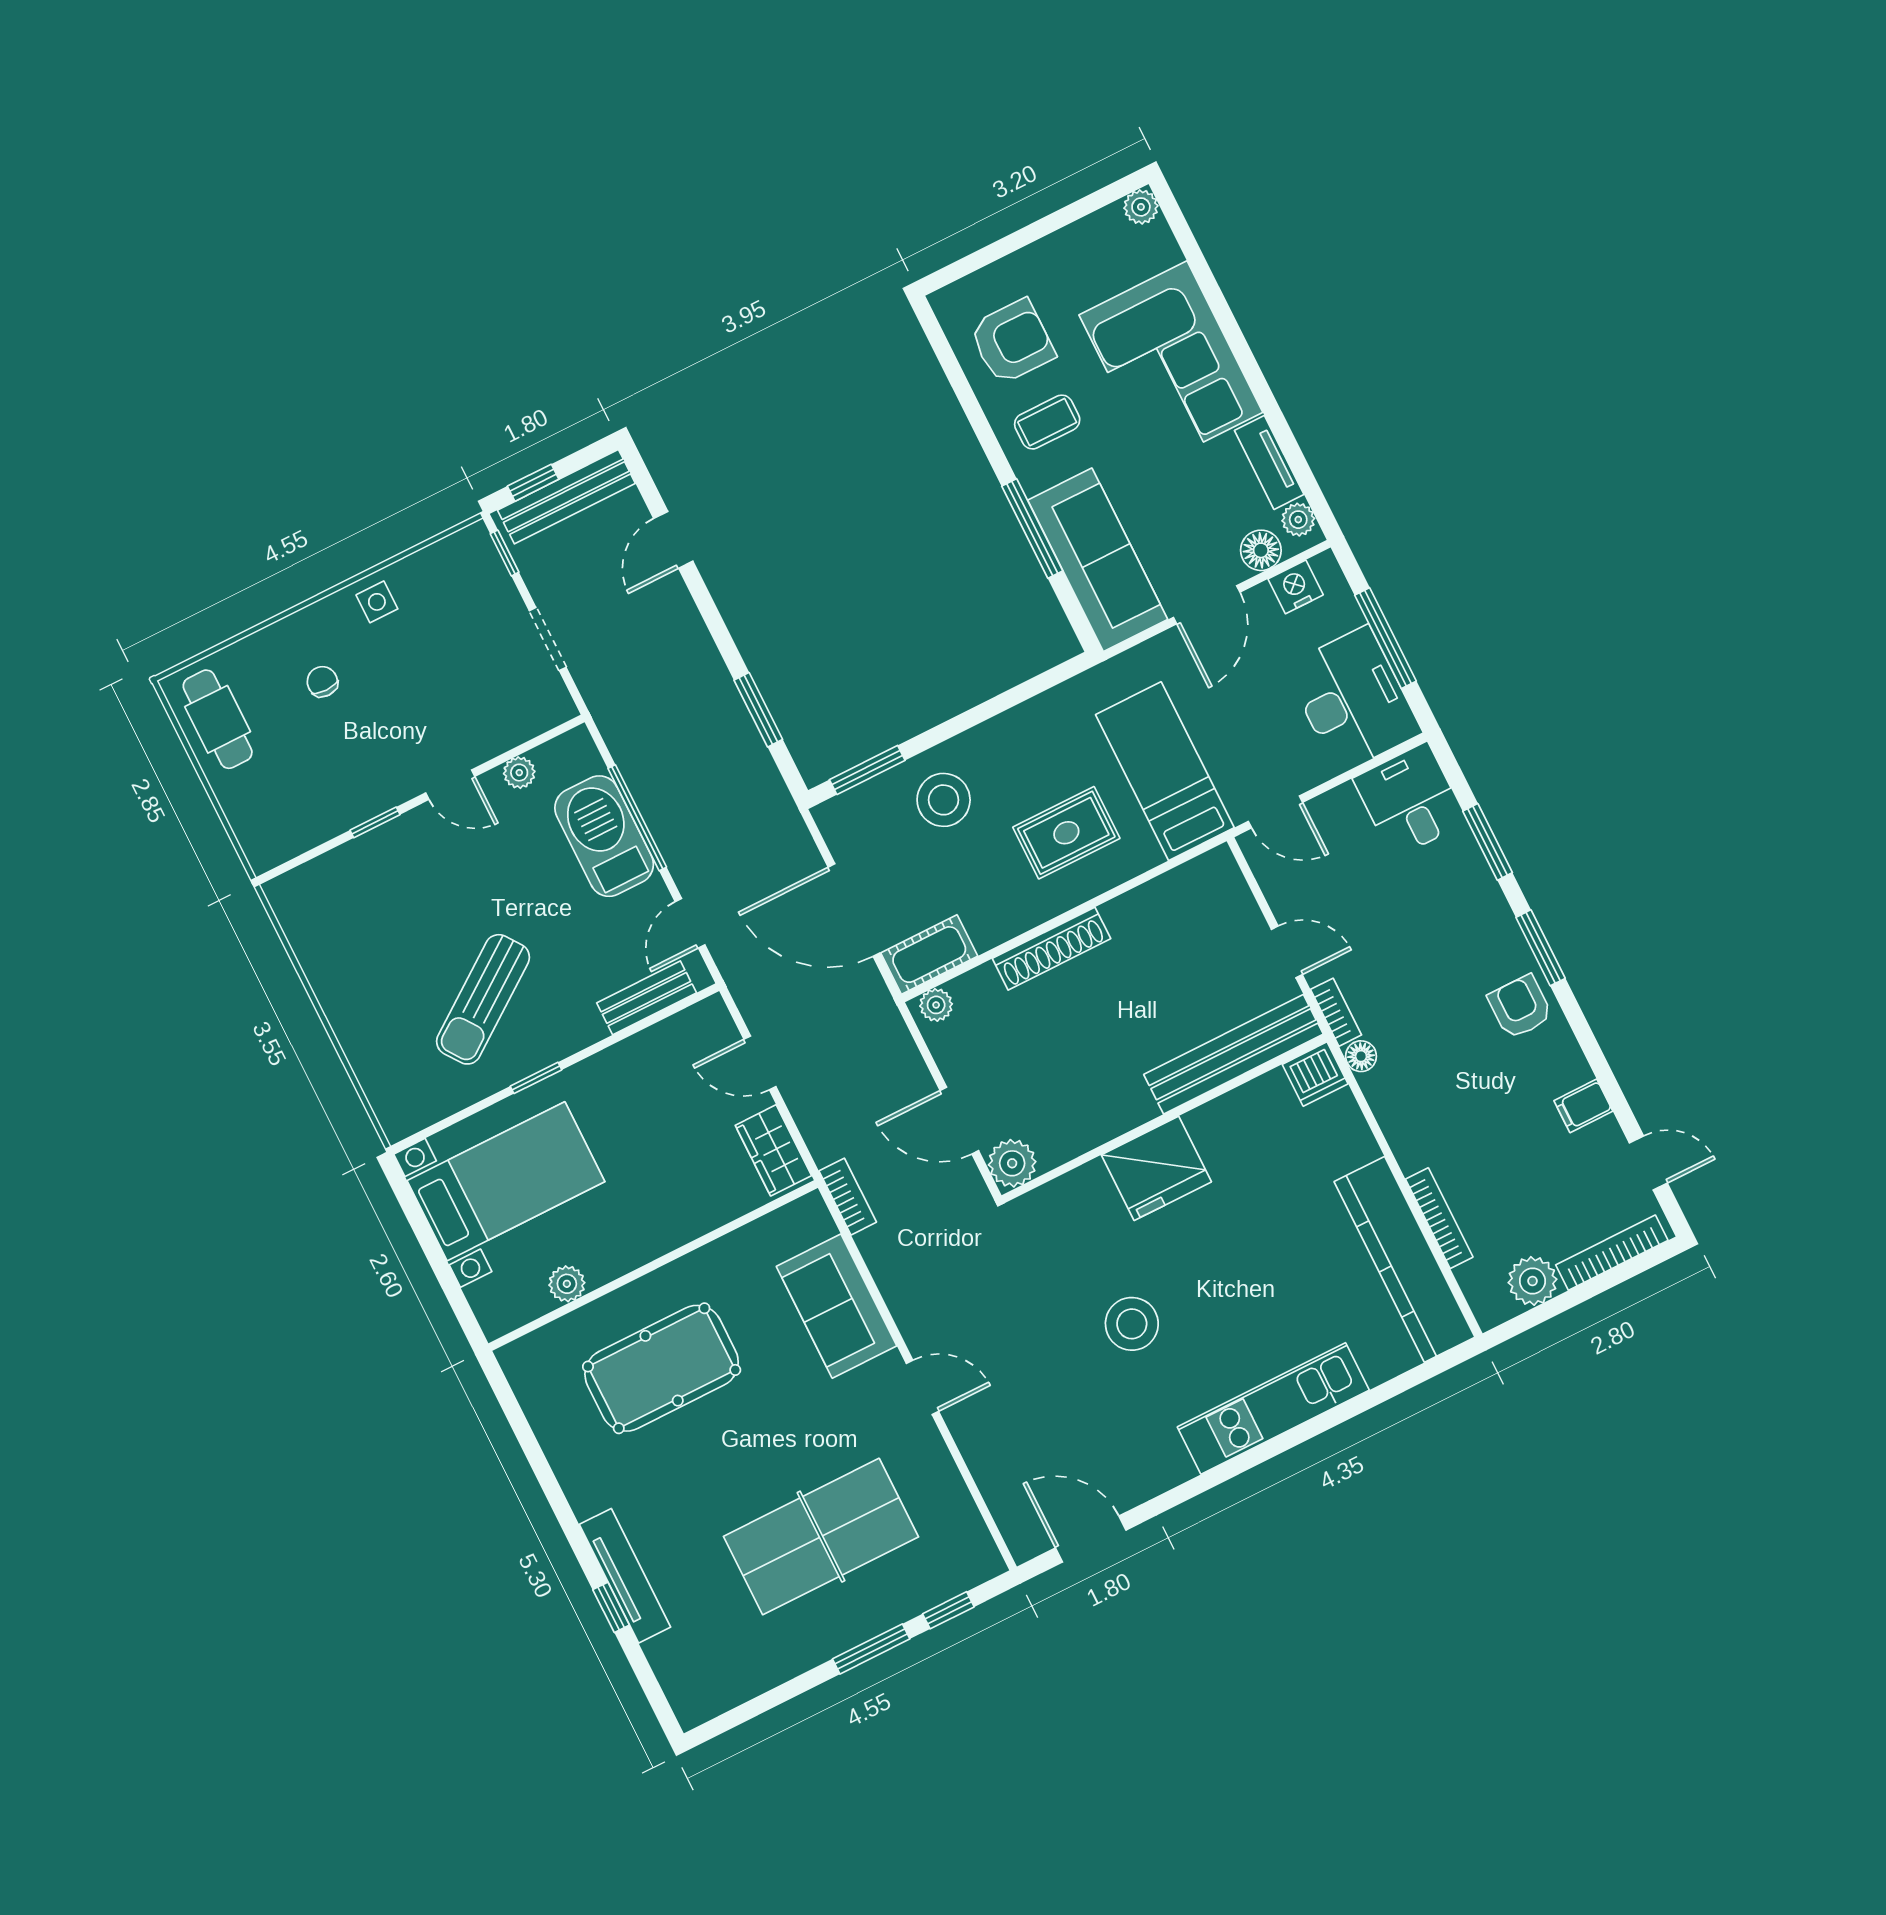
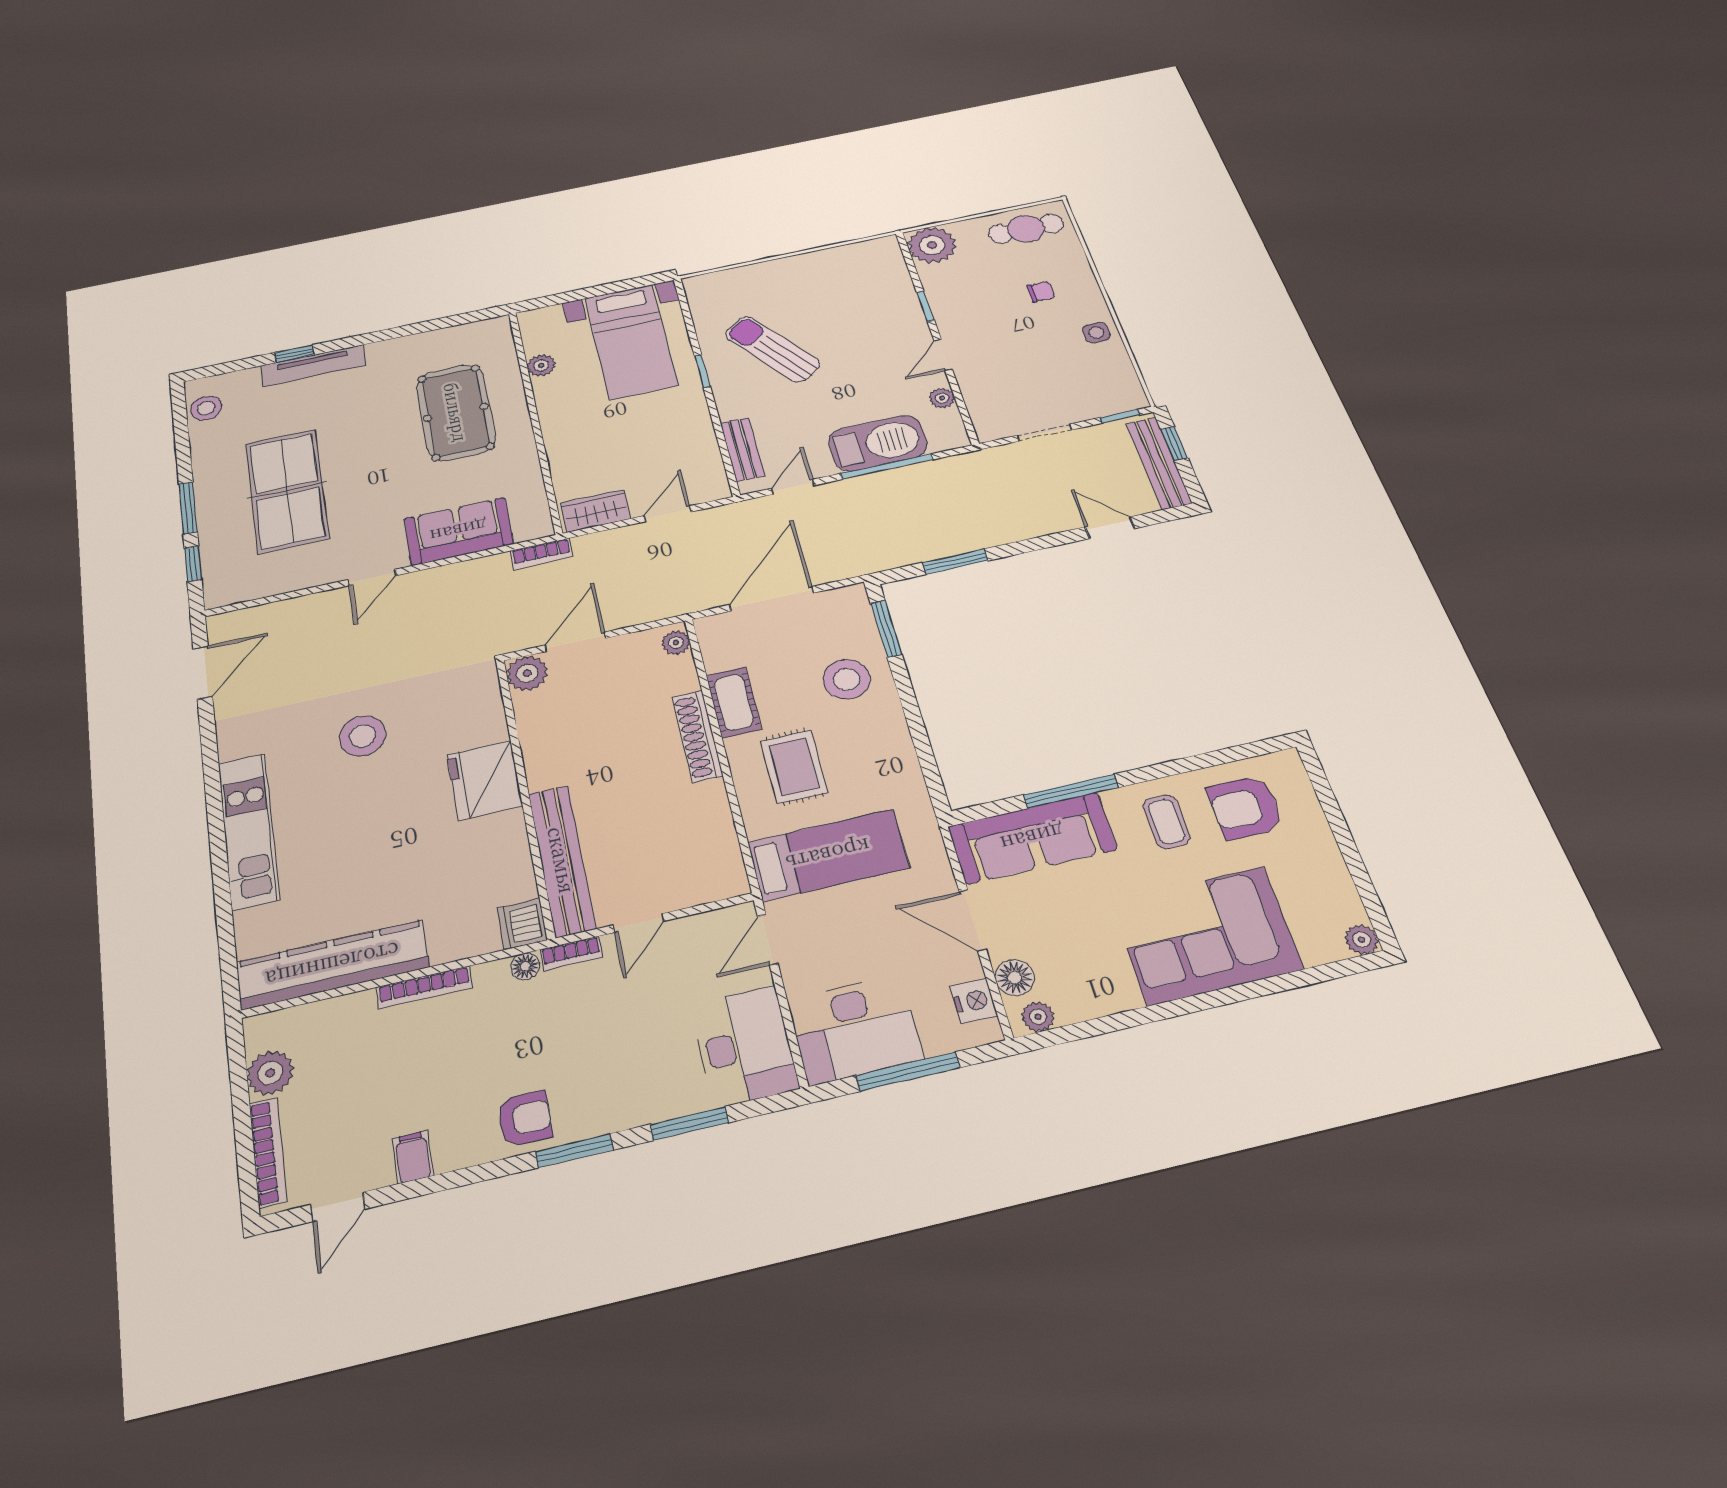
armchair: (1012, 342) -> (1245, 808), turned 90
tv unit: (1269, 462) -> (1098, 1002), removed
desk: (1410, 800) -> (744, 1046), width x1.37
plant: (269, 835) -> (932, 245), added
door: (690, 923) -> (793, 487), hinge flipped
cot: (929, 955) -> (734, 702), moved
bookcase: (1439, 1218) -> (424, 987), moved
stool: (719, 1687) -> (206, 408), added

